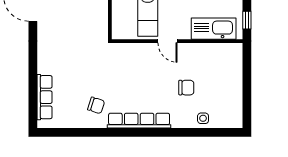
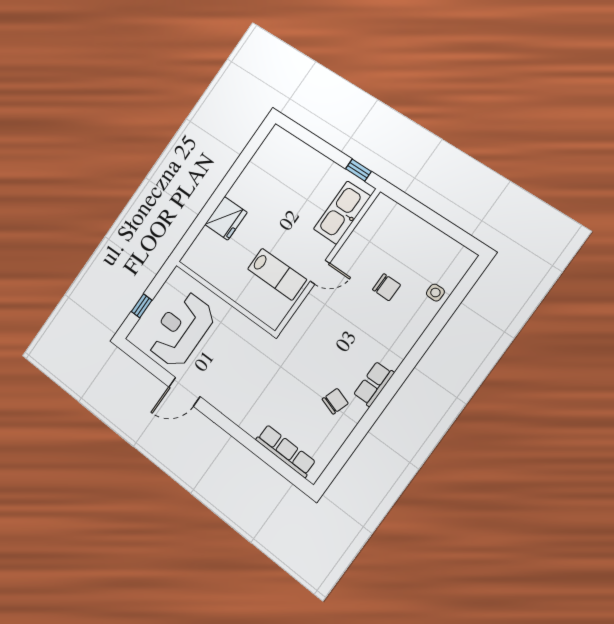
chair: (186, 88) -> (386, 287), turned 90
row of seats: (139, 121) -> (374, 384), width x0.50

